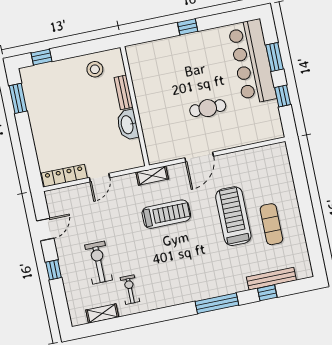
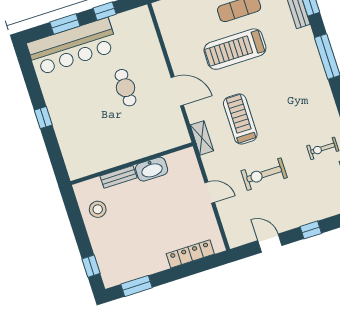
locker: (64, 176) -> (190, 254), moved, turned 90
exercise bike: (99, 263) -> (264, 174), moved

